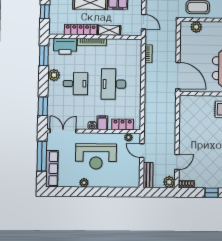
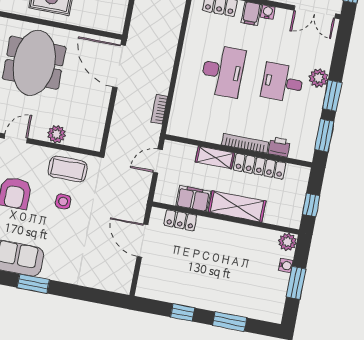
door: (144, 22) -> (158, 161), hinge flipped
plant: (196, 27) -> (57, 134), moved
printer: (65, 46) -> (279, 147), width x0.53, depth x0.68
plant: (54, 75) -> (319, 78), moved
window: (43, 106) -> (332, 96), moved

